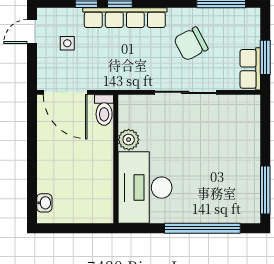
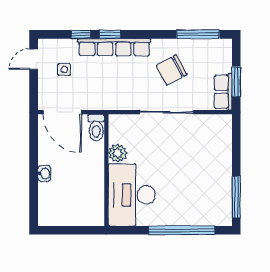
washbasin: (44, 203) -> (44, 173), moved

